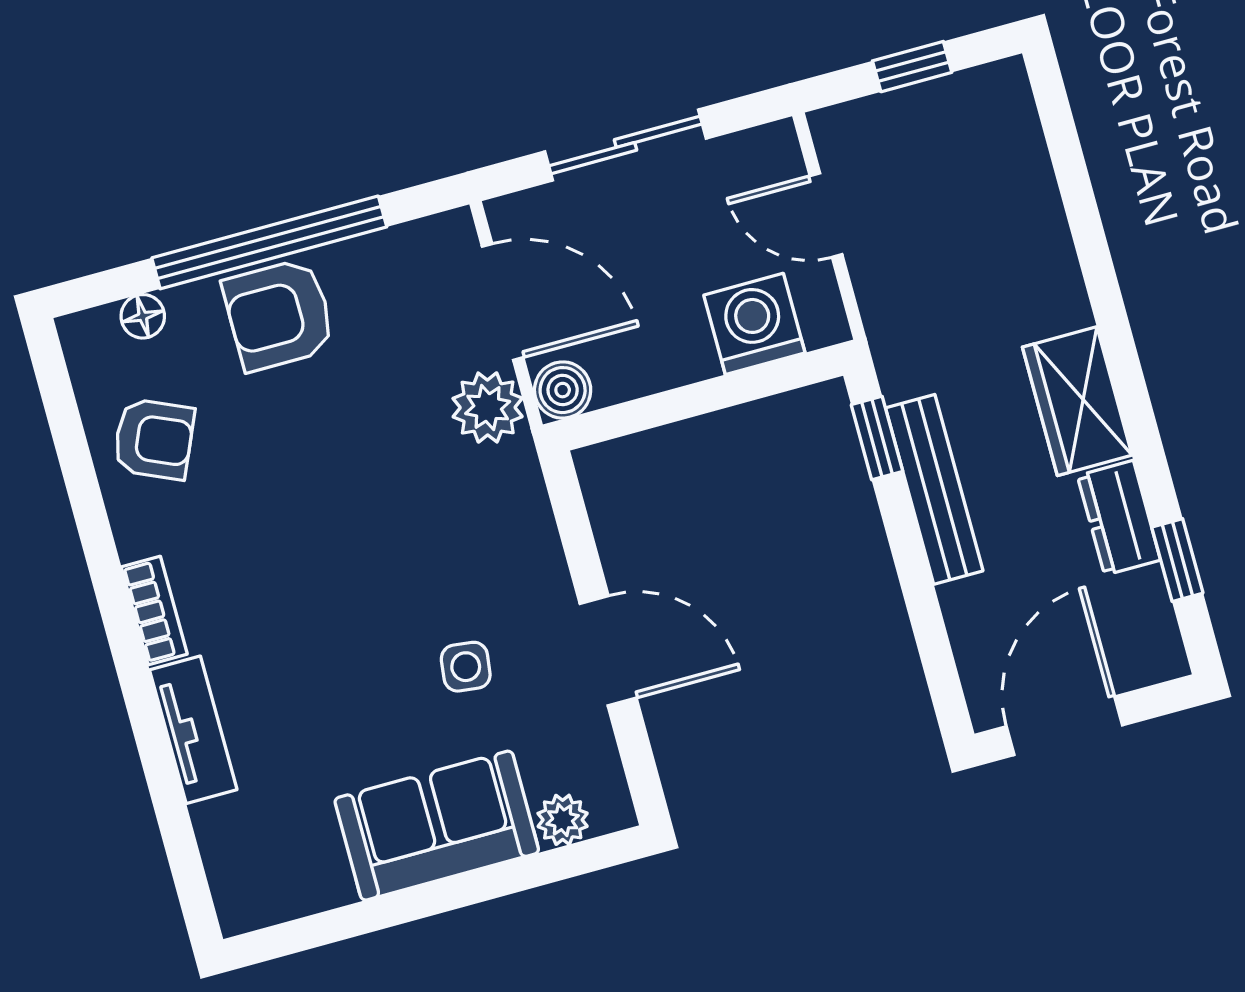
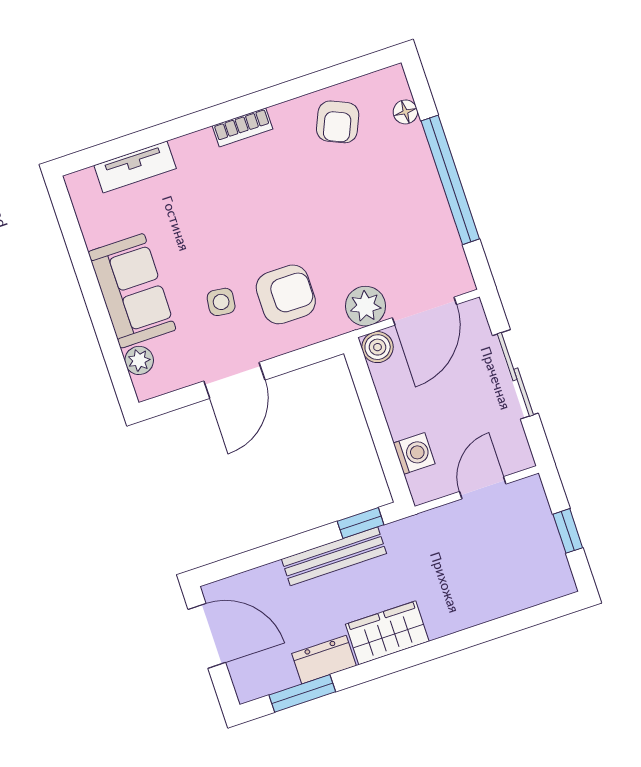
armchair: (279, 315) -> (286, 294), moved, turned 90
washing machine: (754, 324) -> (414, 453), width x0.73, depth x0.73
window: (1177, 560) -> (302, 693), width x1.50
tv unit: (193, 730) -> (135, 167), moved

